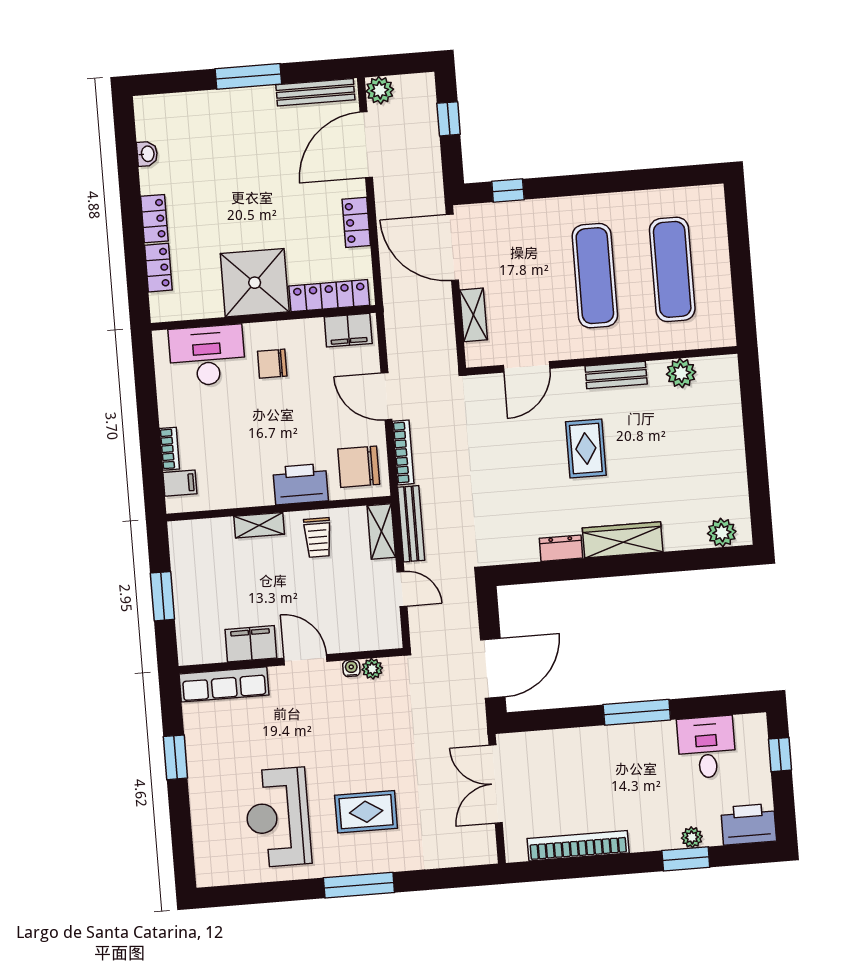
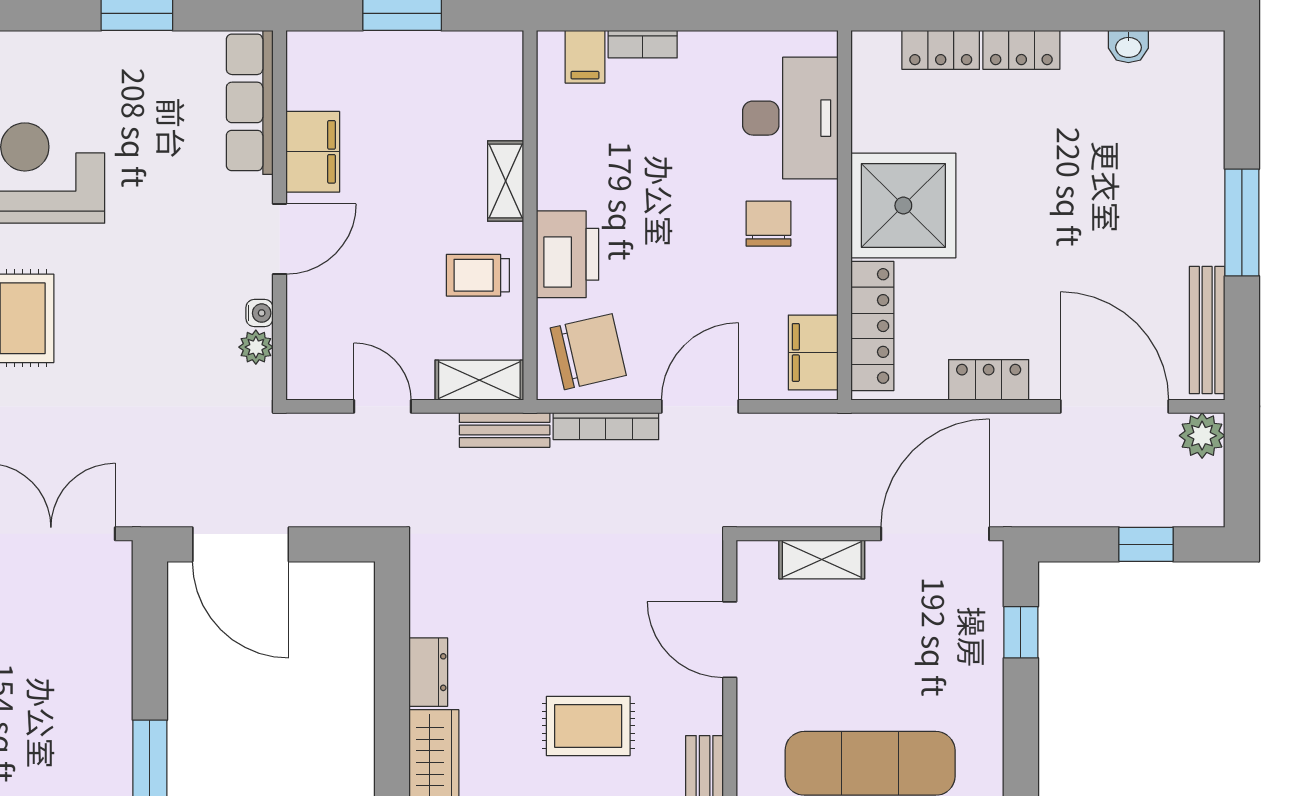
chair: (359, 467) -> (588, 352), turned 77
bench: (411, 524) -> (505, 430), width x0.73
door: (402, 589) -> (382, 406), swing flipped

